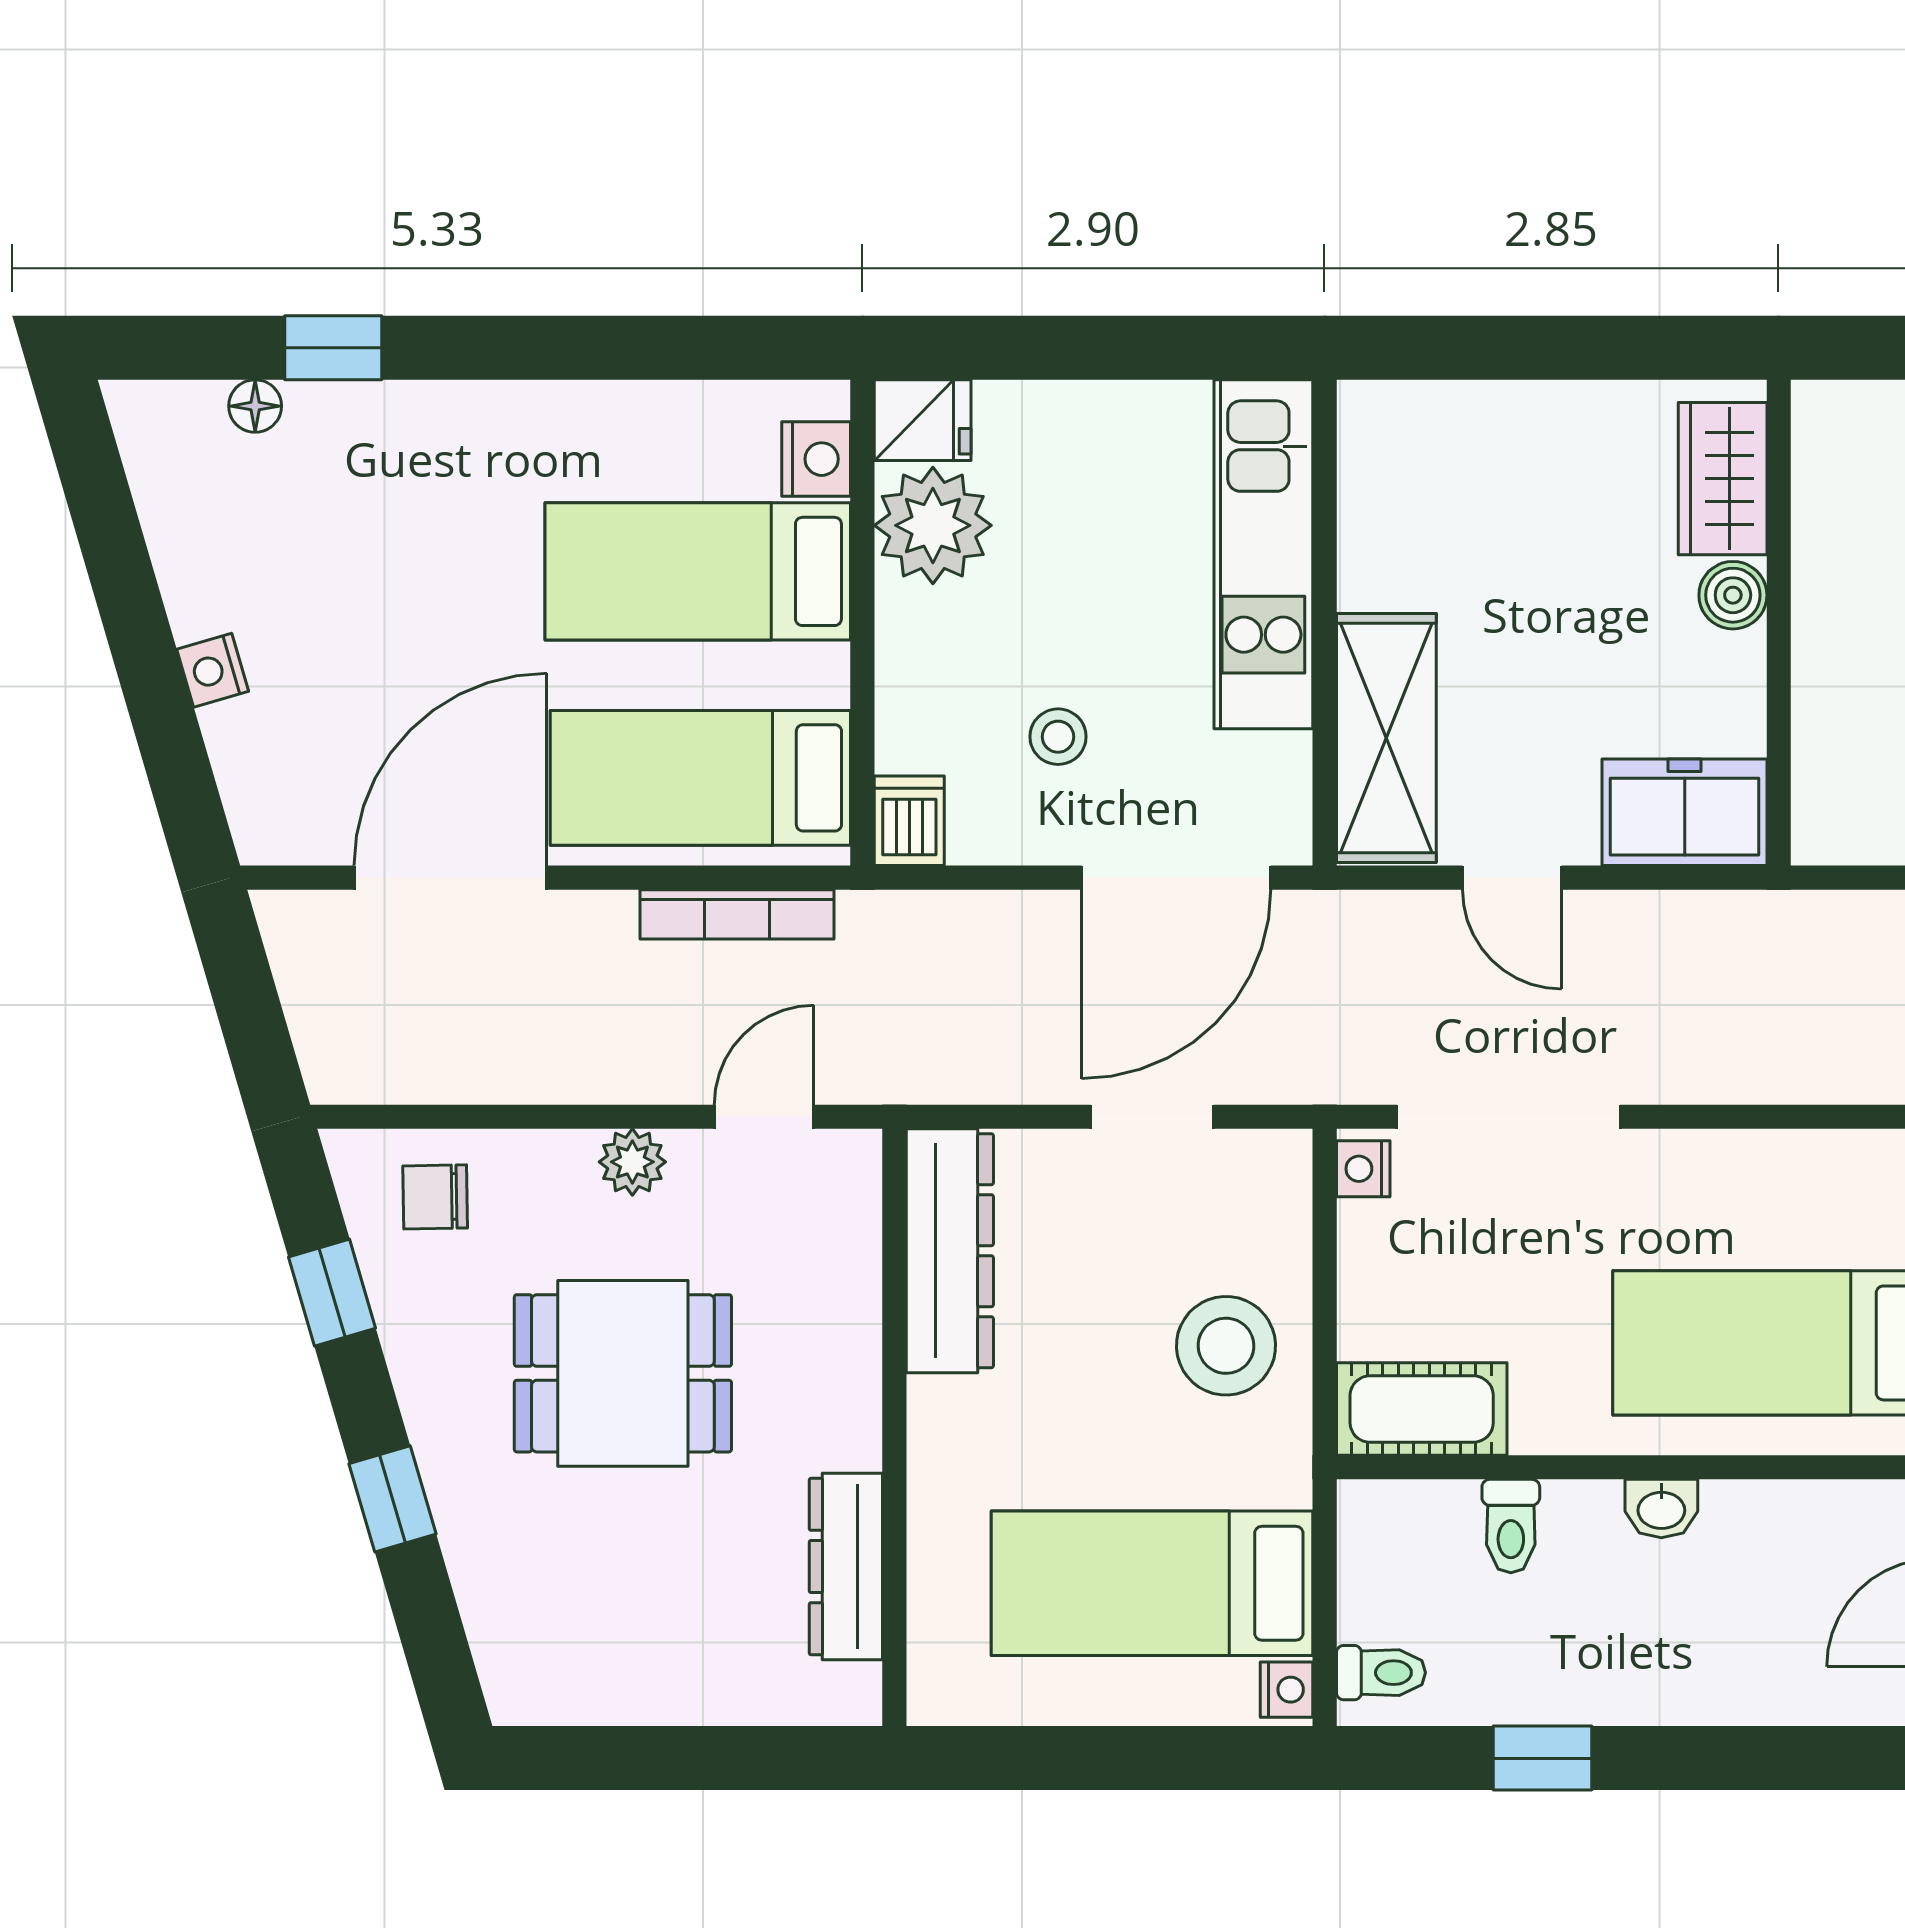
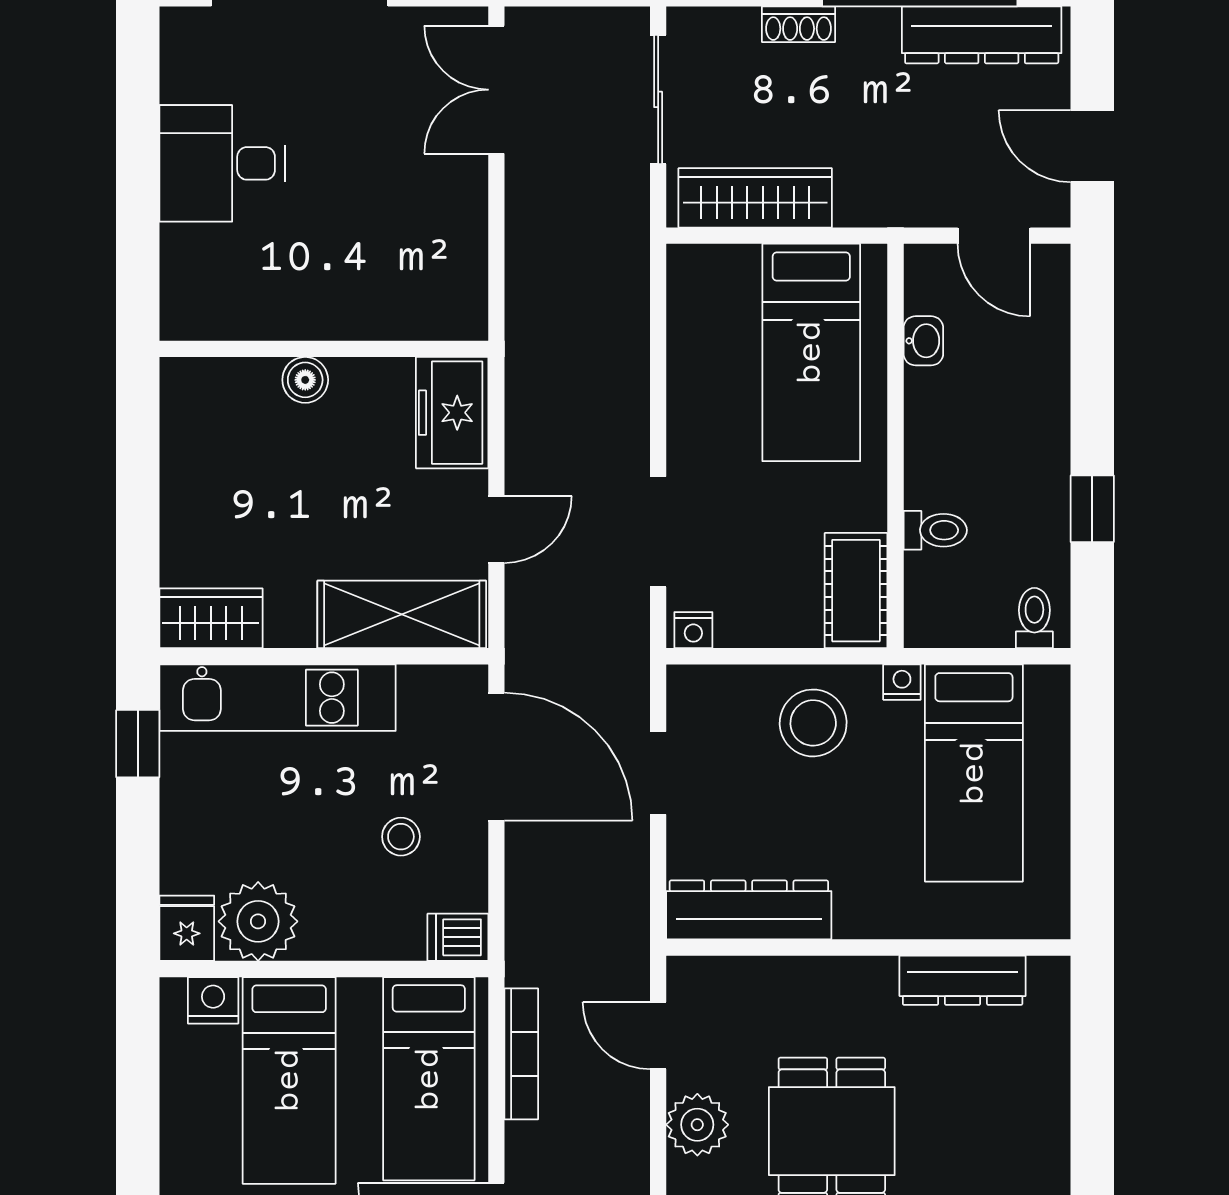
window: (1195, 348) -> (138, 744), added
wardrobe: (1723, 479) -> (211, 618), moved, turned 180
doorway: (1509, 1117) -> (658, 532), width x0.73
plant: (632, 1162) -> (697, 1125), width x1.38, depth x1.38
washbasin: (1661, 1509) -> (923, 341), moved
nightstand: (1286, 1690) -> (902, 682), moved

